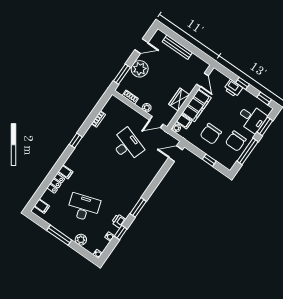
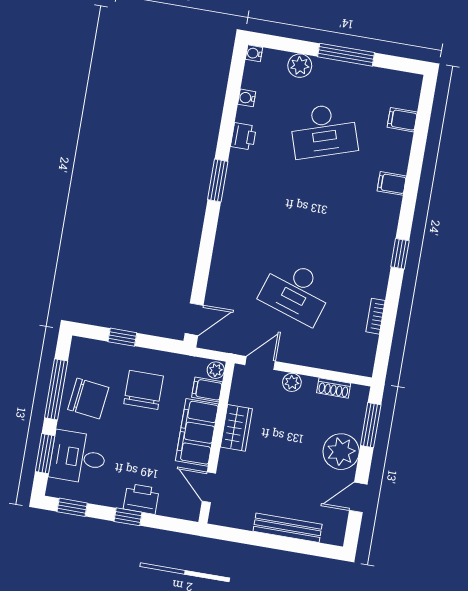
chair: (236, 141) -> (88, 399), turned 97
locker: (56, 183) -> (400, 152), removed
filing cabinet: (42, 206) -> (402, 120), moved
window: (121, 232) -> (229, 116), removed

